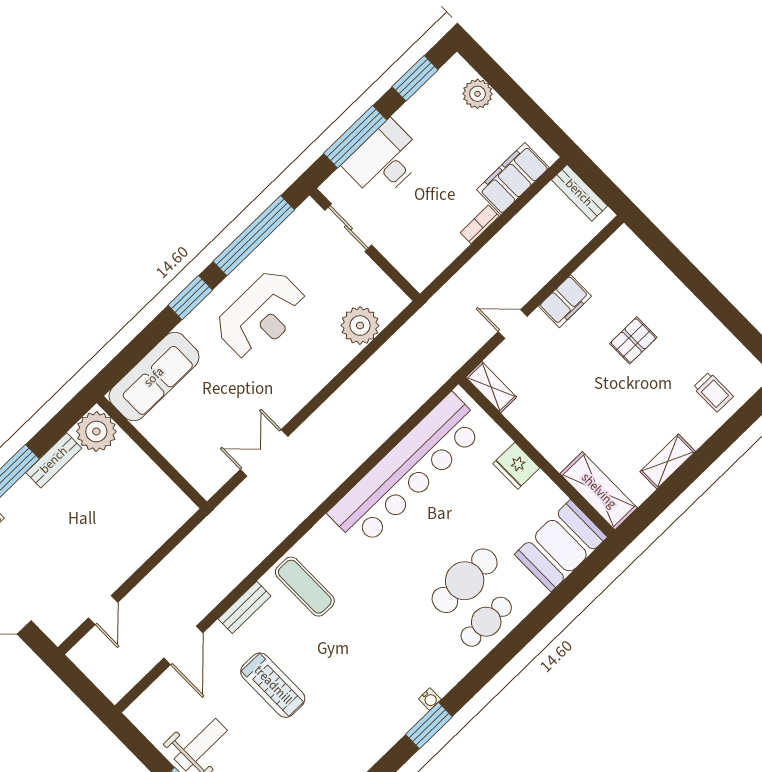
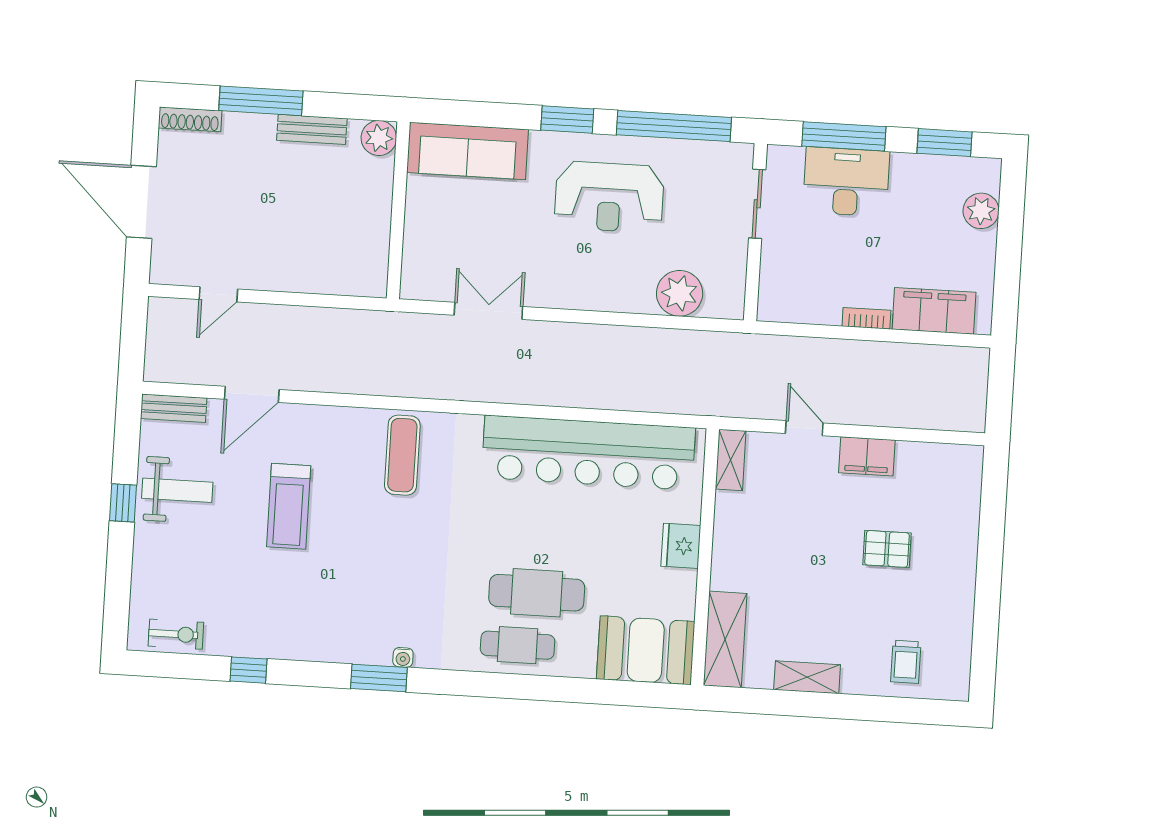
bench: (579, 193) -> (975, 382), removed
plant: (96, 431) -> (379, 138), width x0.73, depth x0.73
bench: (244, 607) -> (174, 408), moved

